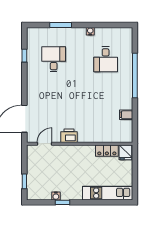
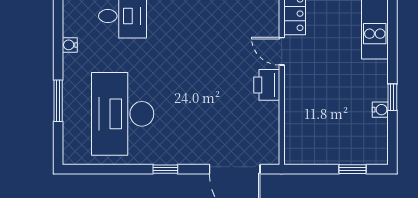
window: (24, 56) -> (165, 169), moved
desk: (54, 59) -> (123, 114), width x1.87, depth x1.30
door: (45, 144) -> (282, 51), moved

